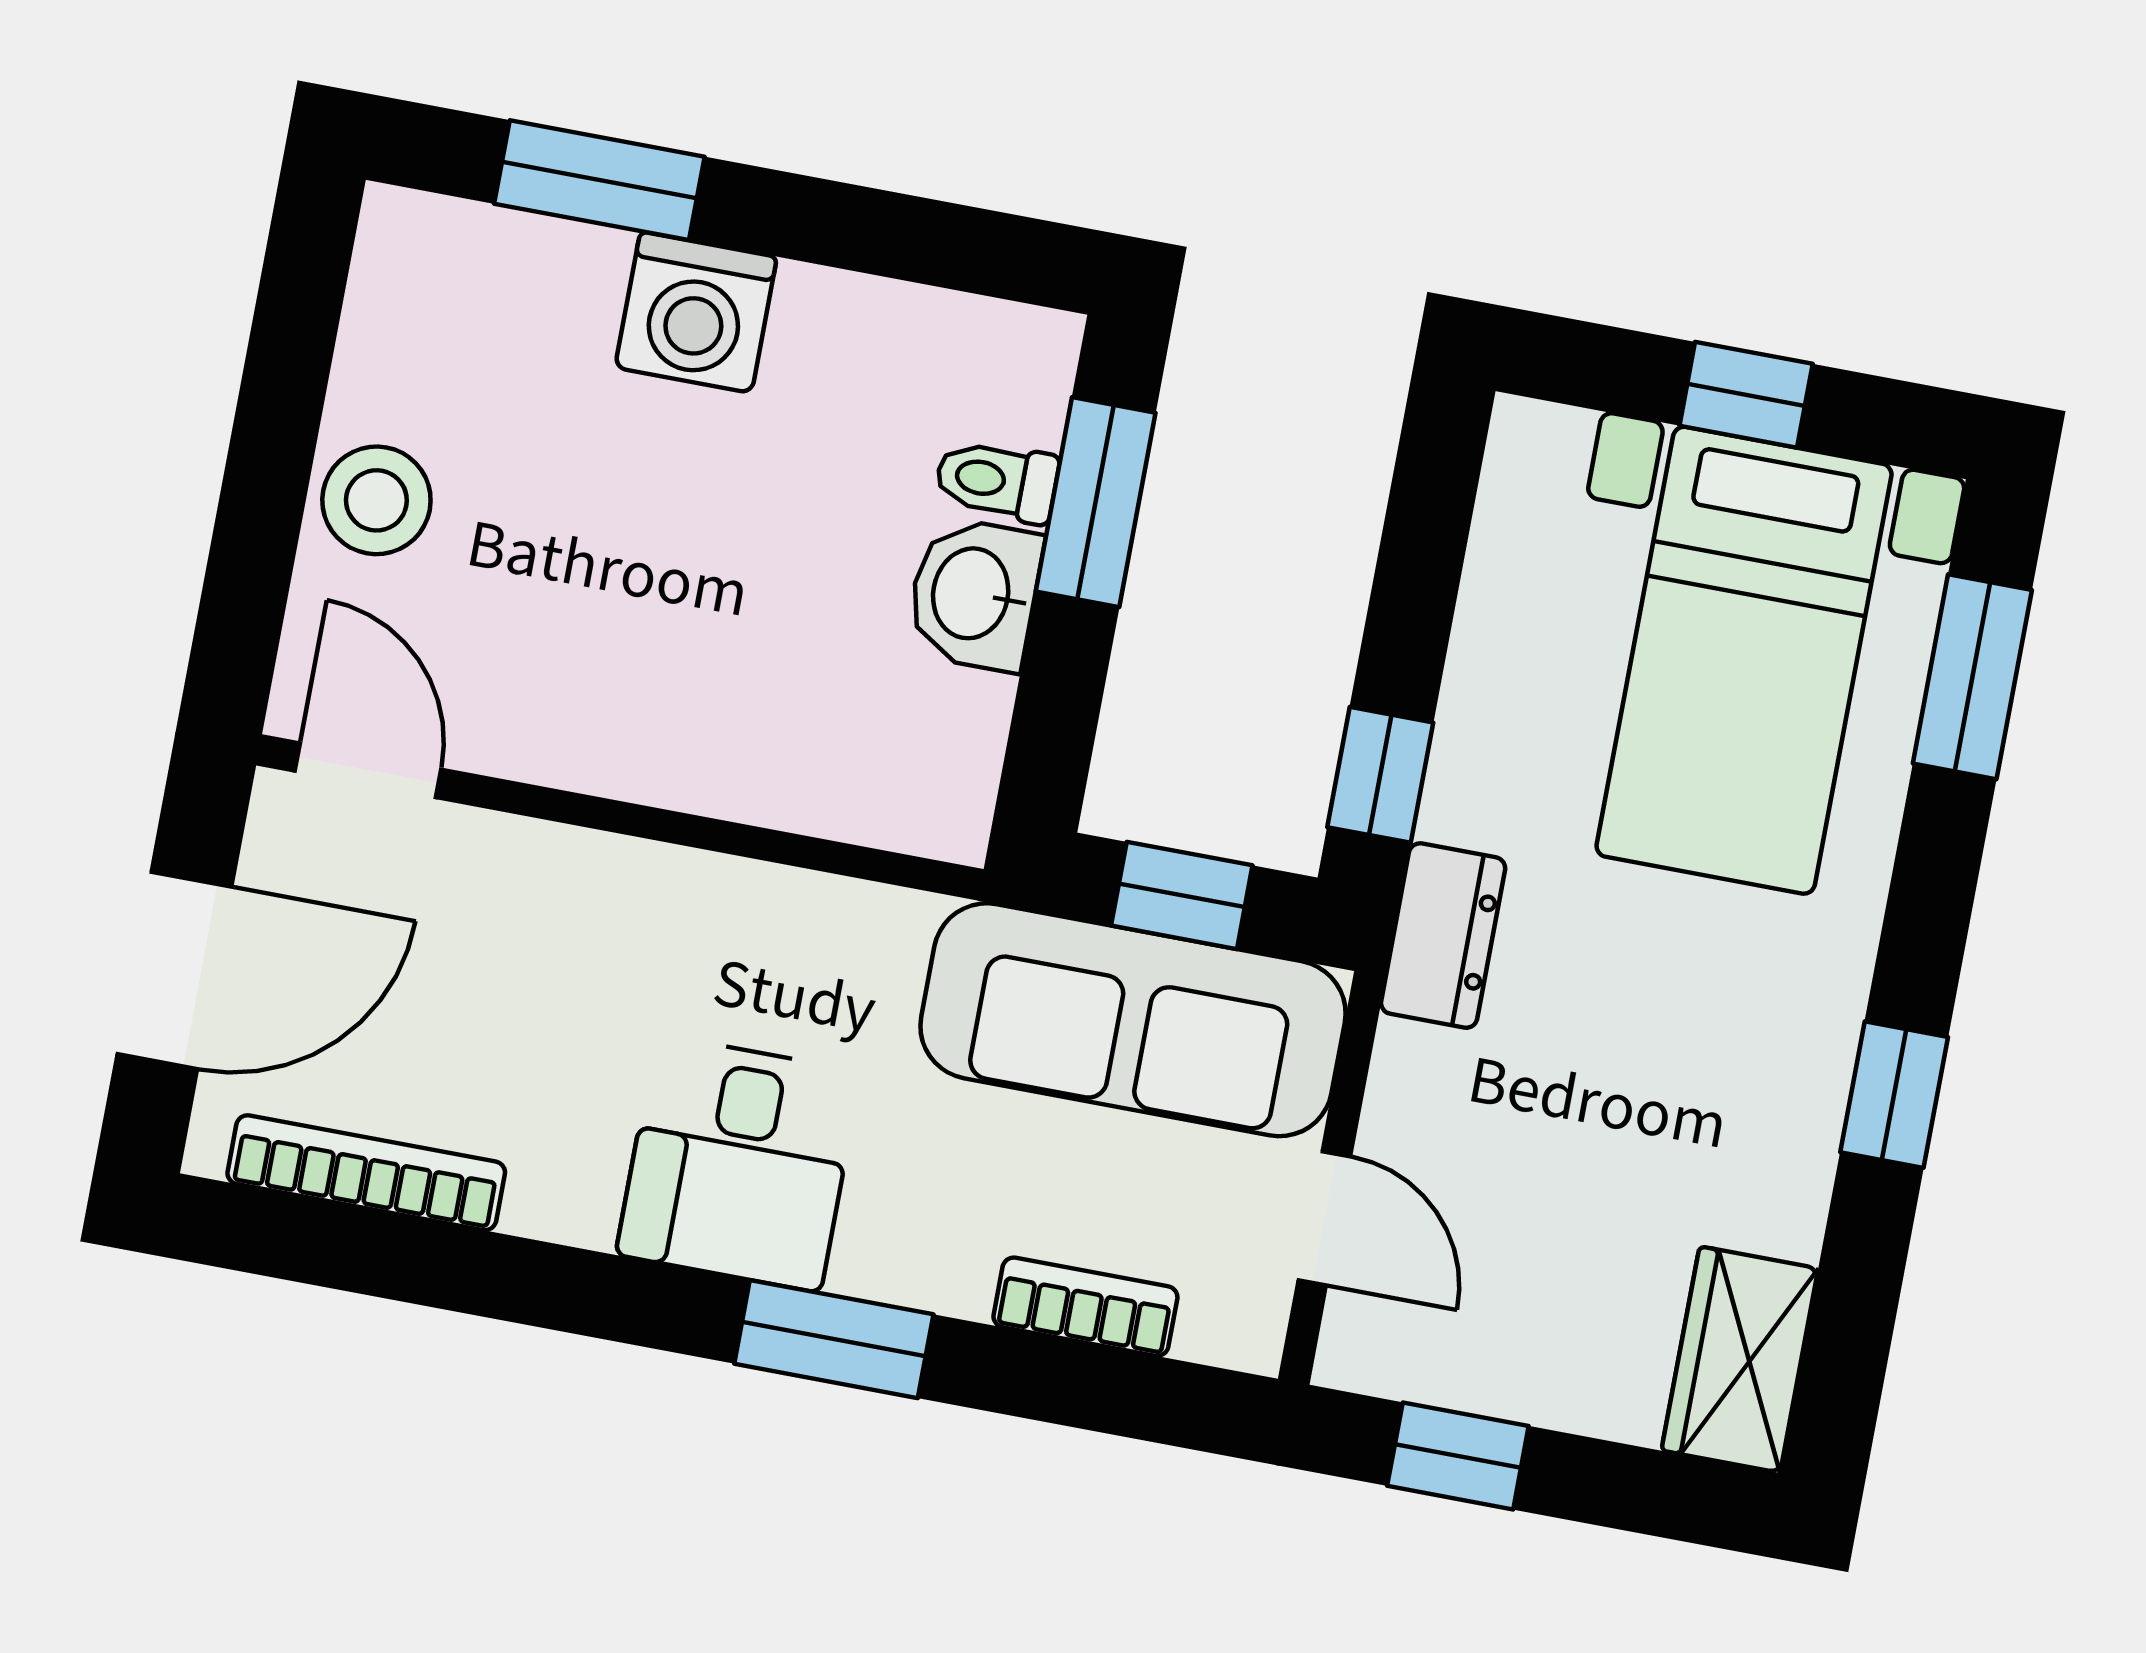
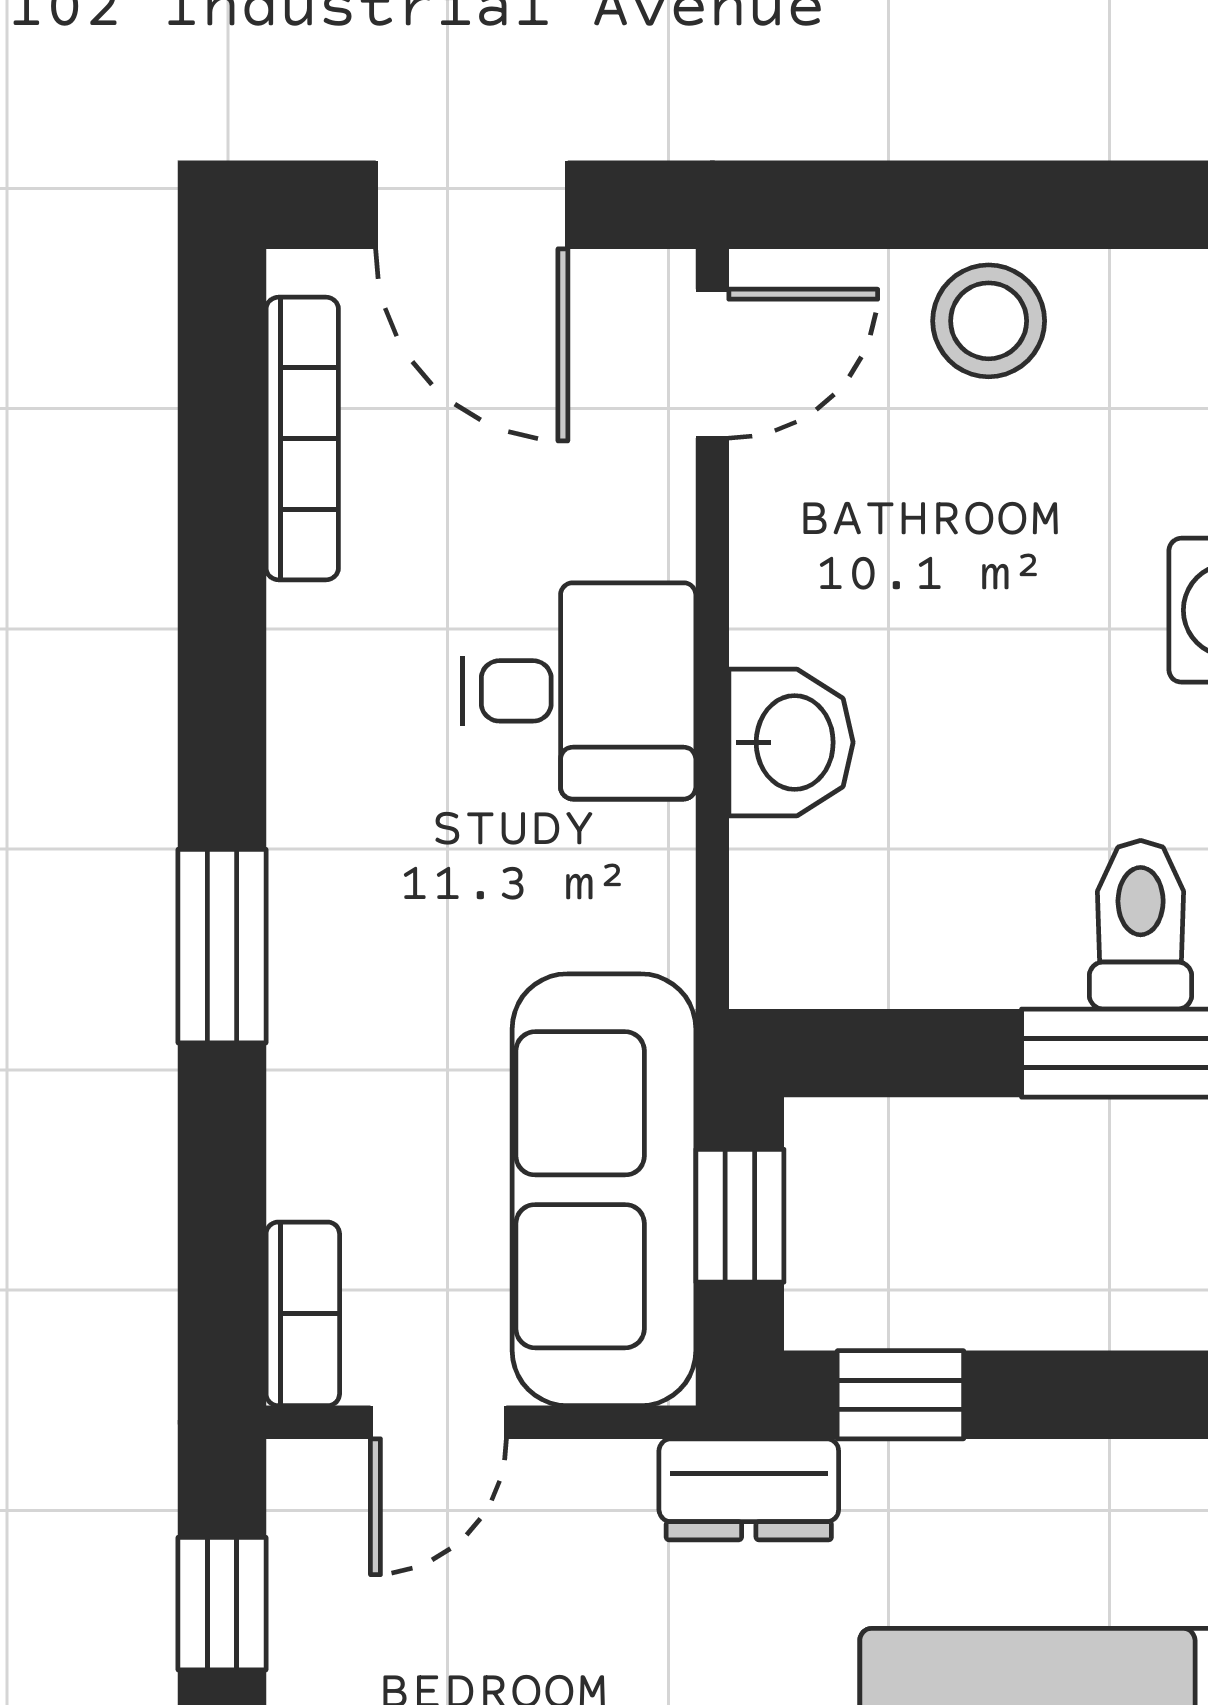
toilet: (997, 481) -> (1141, 925), width x1.37, depth x1.39
washbasin: (974, 594) -> (791, 742), moved, turned 90
desk: (739, 1163) -> (579, 691), moved, turned 180
bookcase: (1085, 1307) -> (303, 1314), moved

